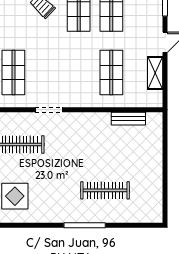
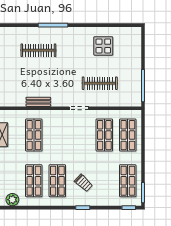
bench: (128, 119) -> (38, 102), moved

